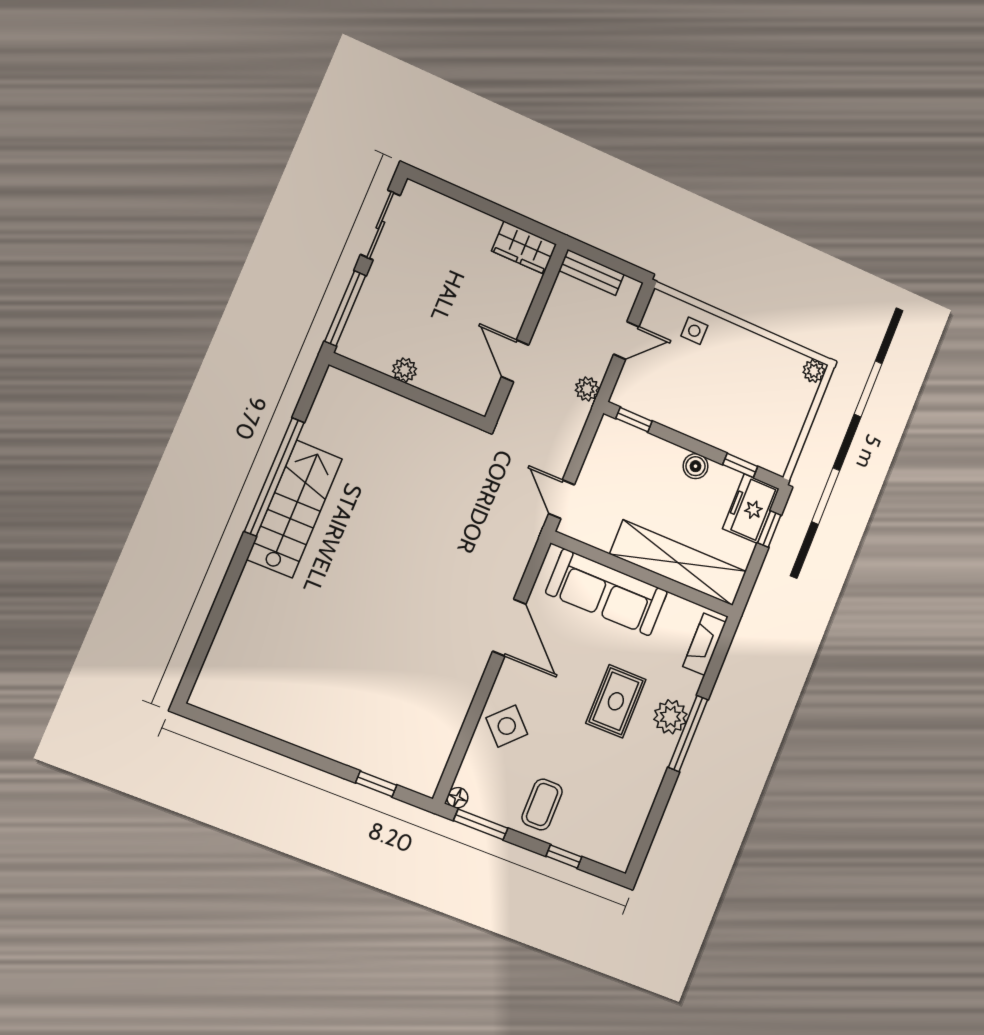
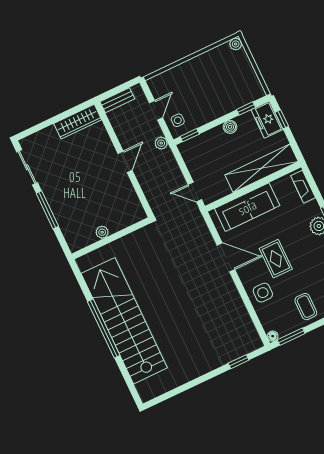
wardrobe: (524, 248) -> (78, 122), width x1.50
side table: (694, 331) -> (178, 120), moved
door: (515, 361) -> (125, 162), swing flipped
plant: (405, 370) -> (102, 232), moved
wall: (407, 391) -> (111, 238), moved
window: (274, 477) -> (104, 329), moved
stairs: (294, 509) -> (124, 321), width x1.86, depth x1.51
rug: (616, 701) -> (276, 259), moved
side table: (507, 726) -> (263, 293), turned 45

